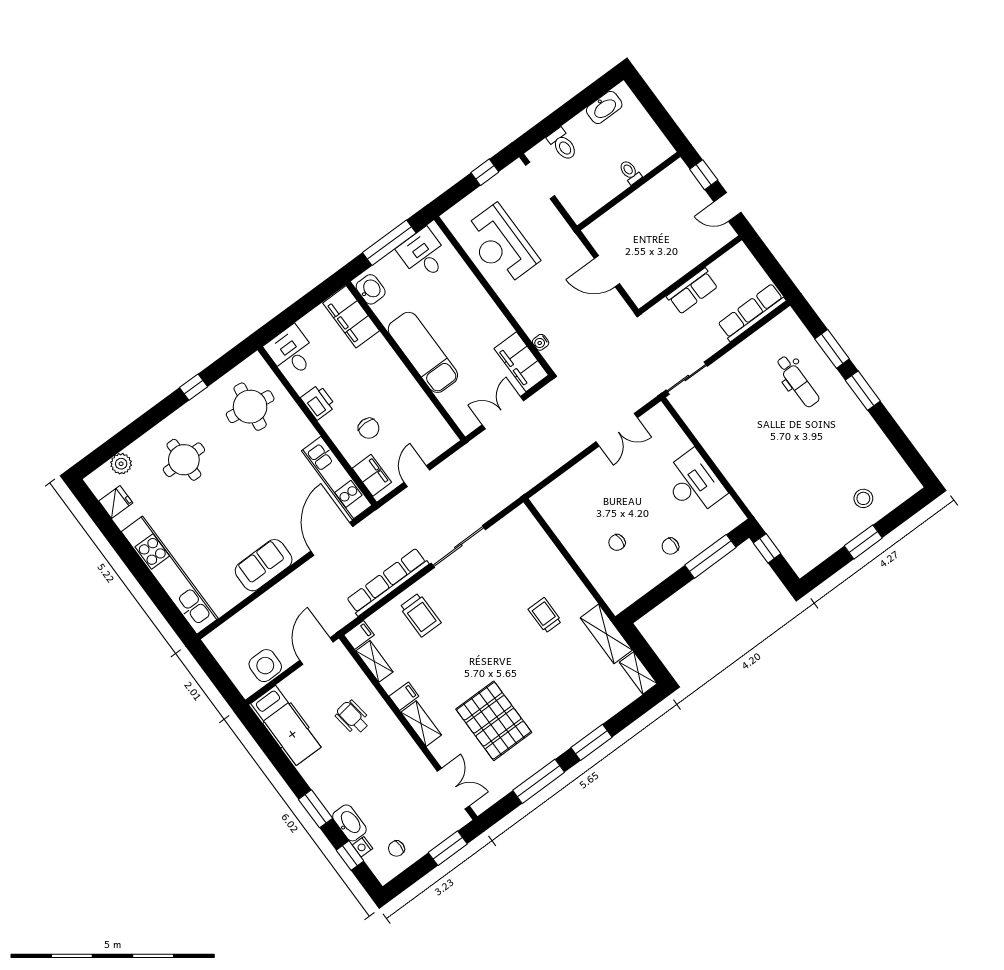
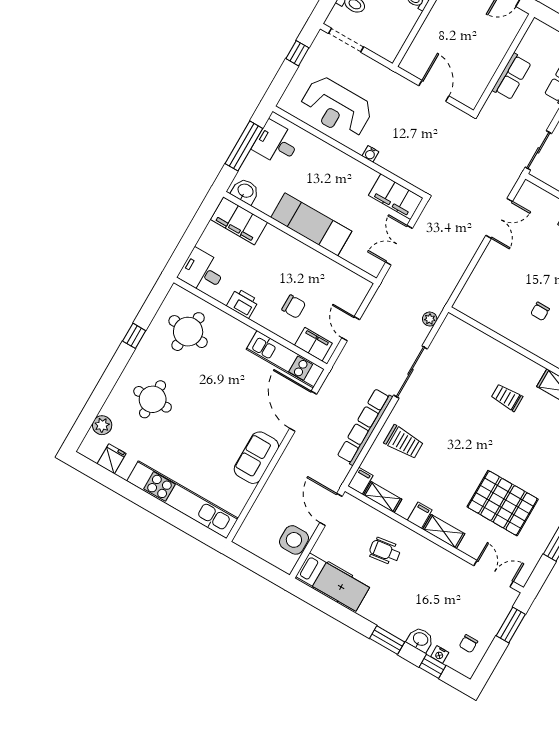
door: (607, 271) -> (434, 91), swing flipped
water cooler: (541, 342) -> (370, 154), moved
plant: (501, 501) -> (430, 319), added
washbasin: (349, 823) -> (420, 640), width x0.72

